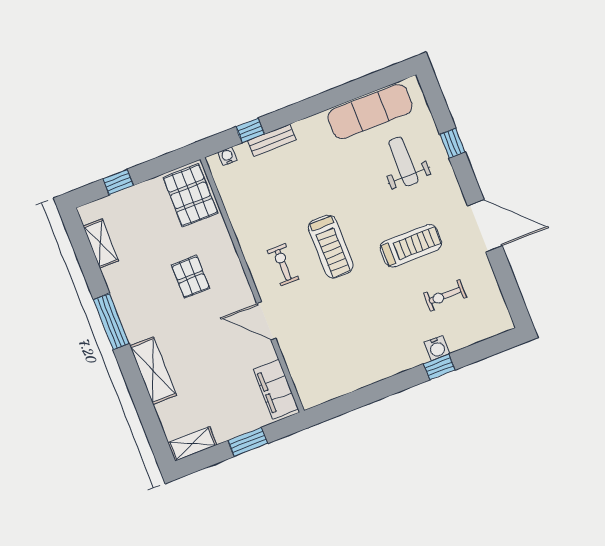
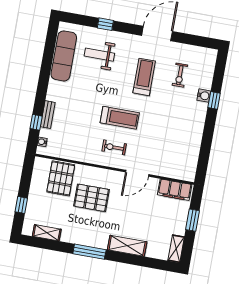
pallet: (190, 195) -> (61, 178), moved, turned 90
pallet: (191, 277) -> (91, 198), width x1.50, depth x1.42

